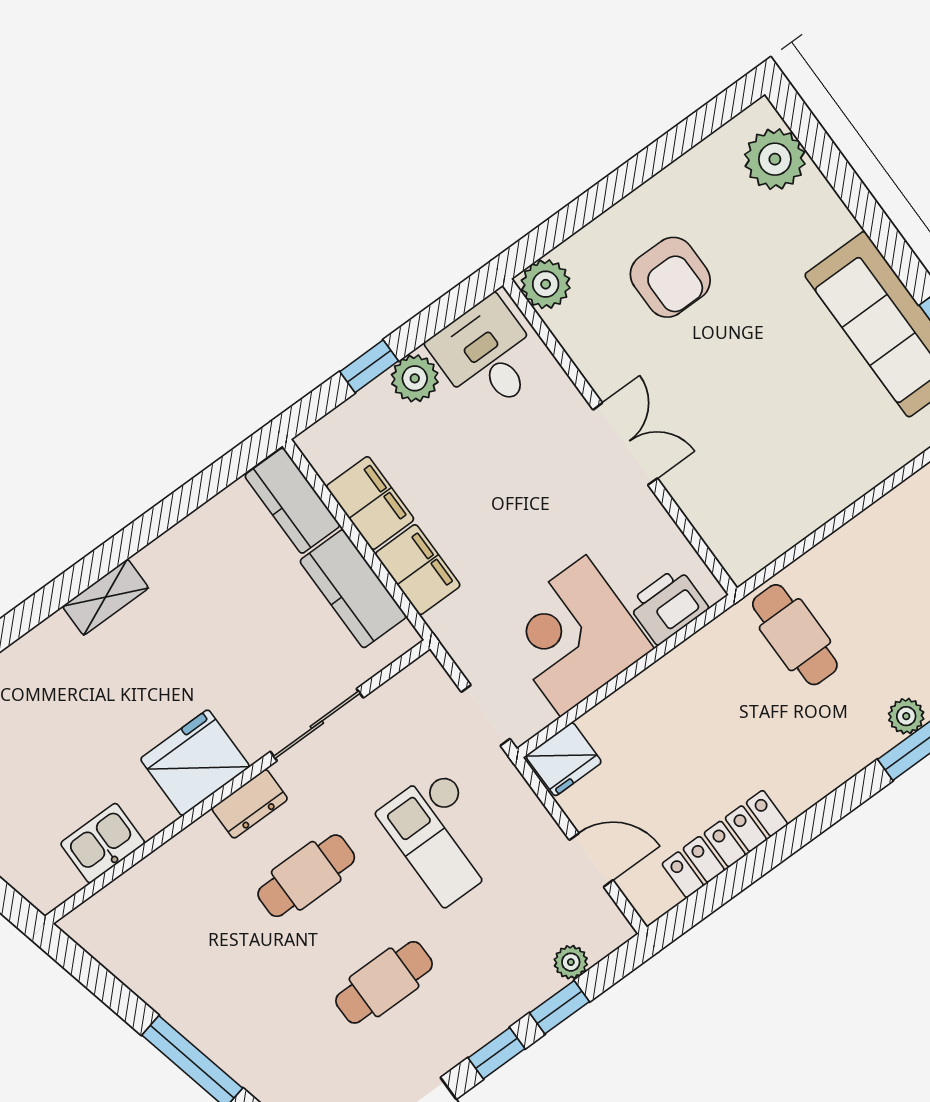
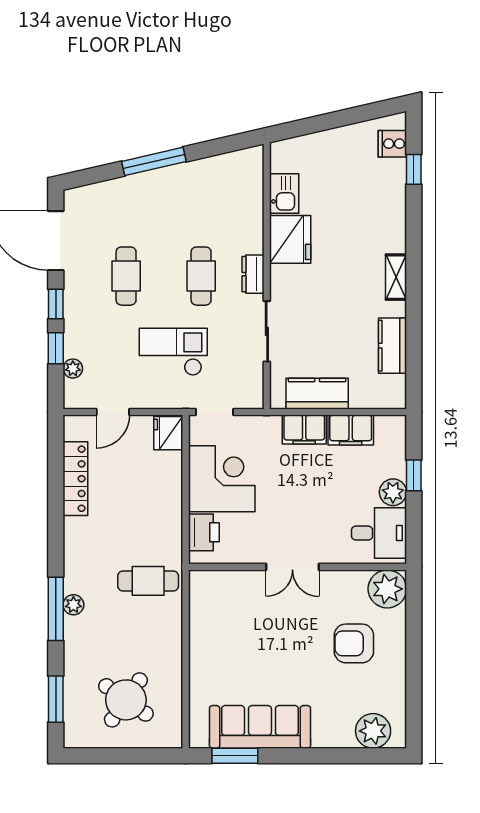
plant: (546, 284) -> (387, 589), width x1.36, depth x1.36
kitchen counter: (292, 501) -> (393, 346), moved, turned -90
fridge: (195, 763) -> (290, 239), moved

